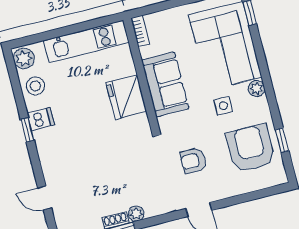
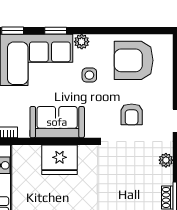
window: (282, 140) -> (56, 31), moved
plant: (136, 214) -> (166, 160), moved

